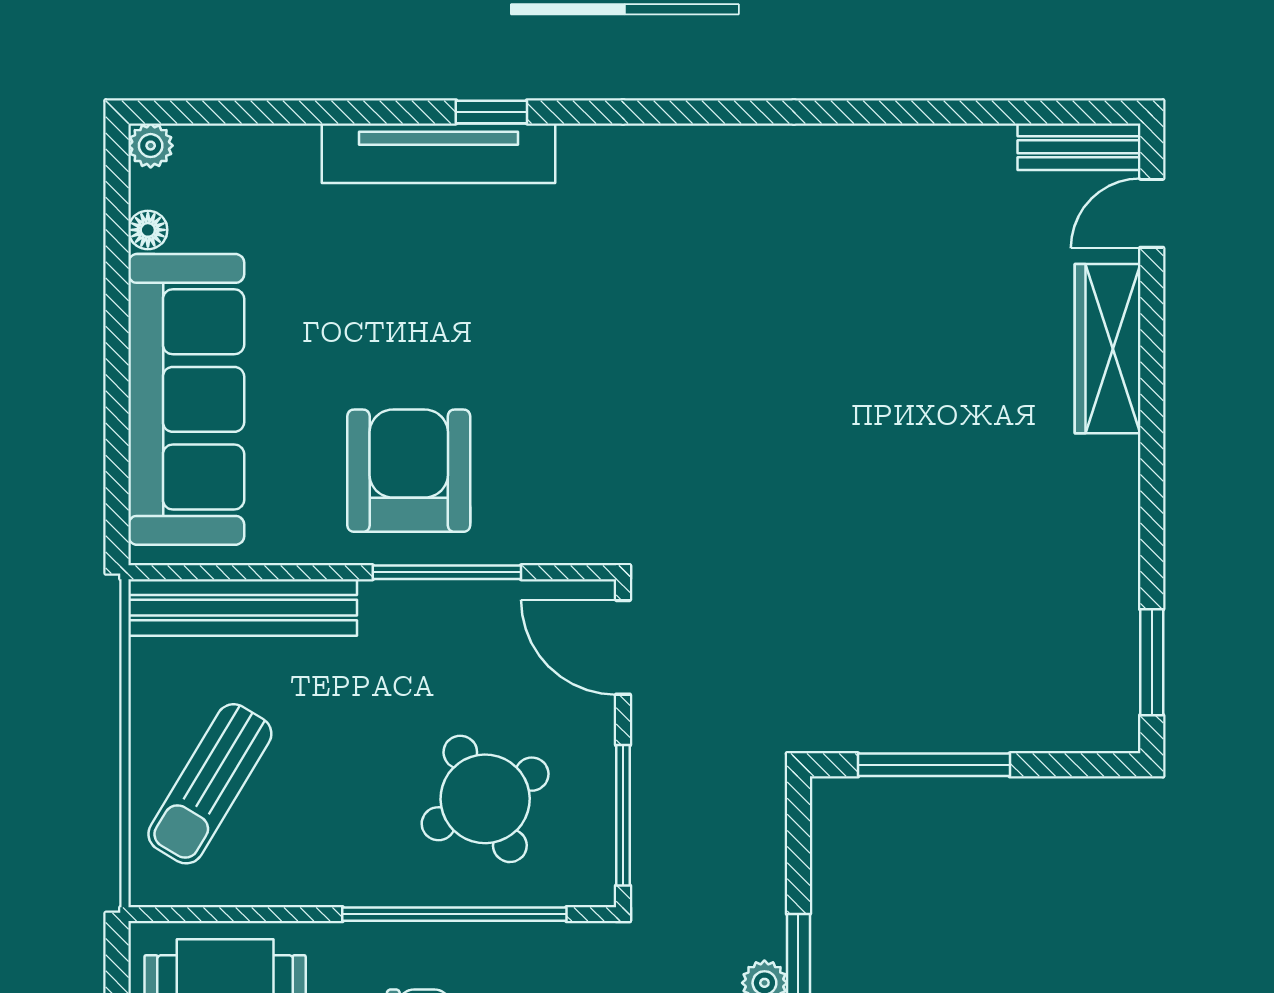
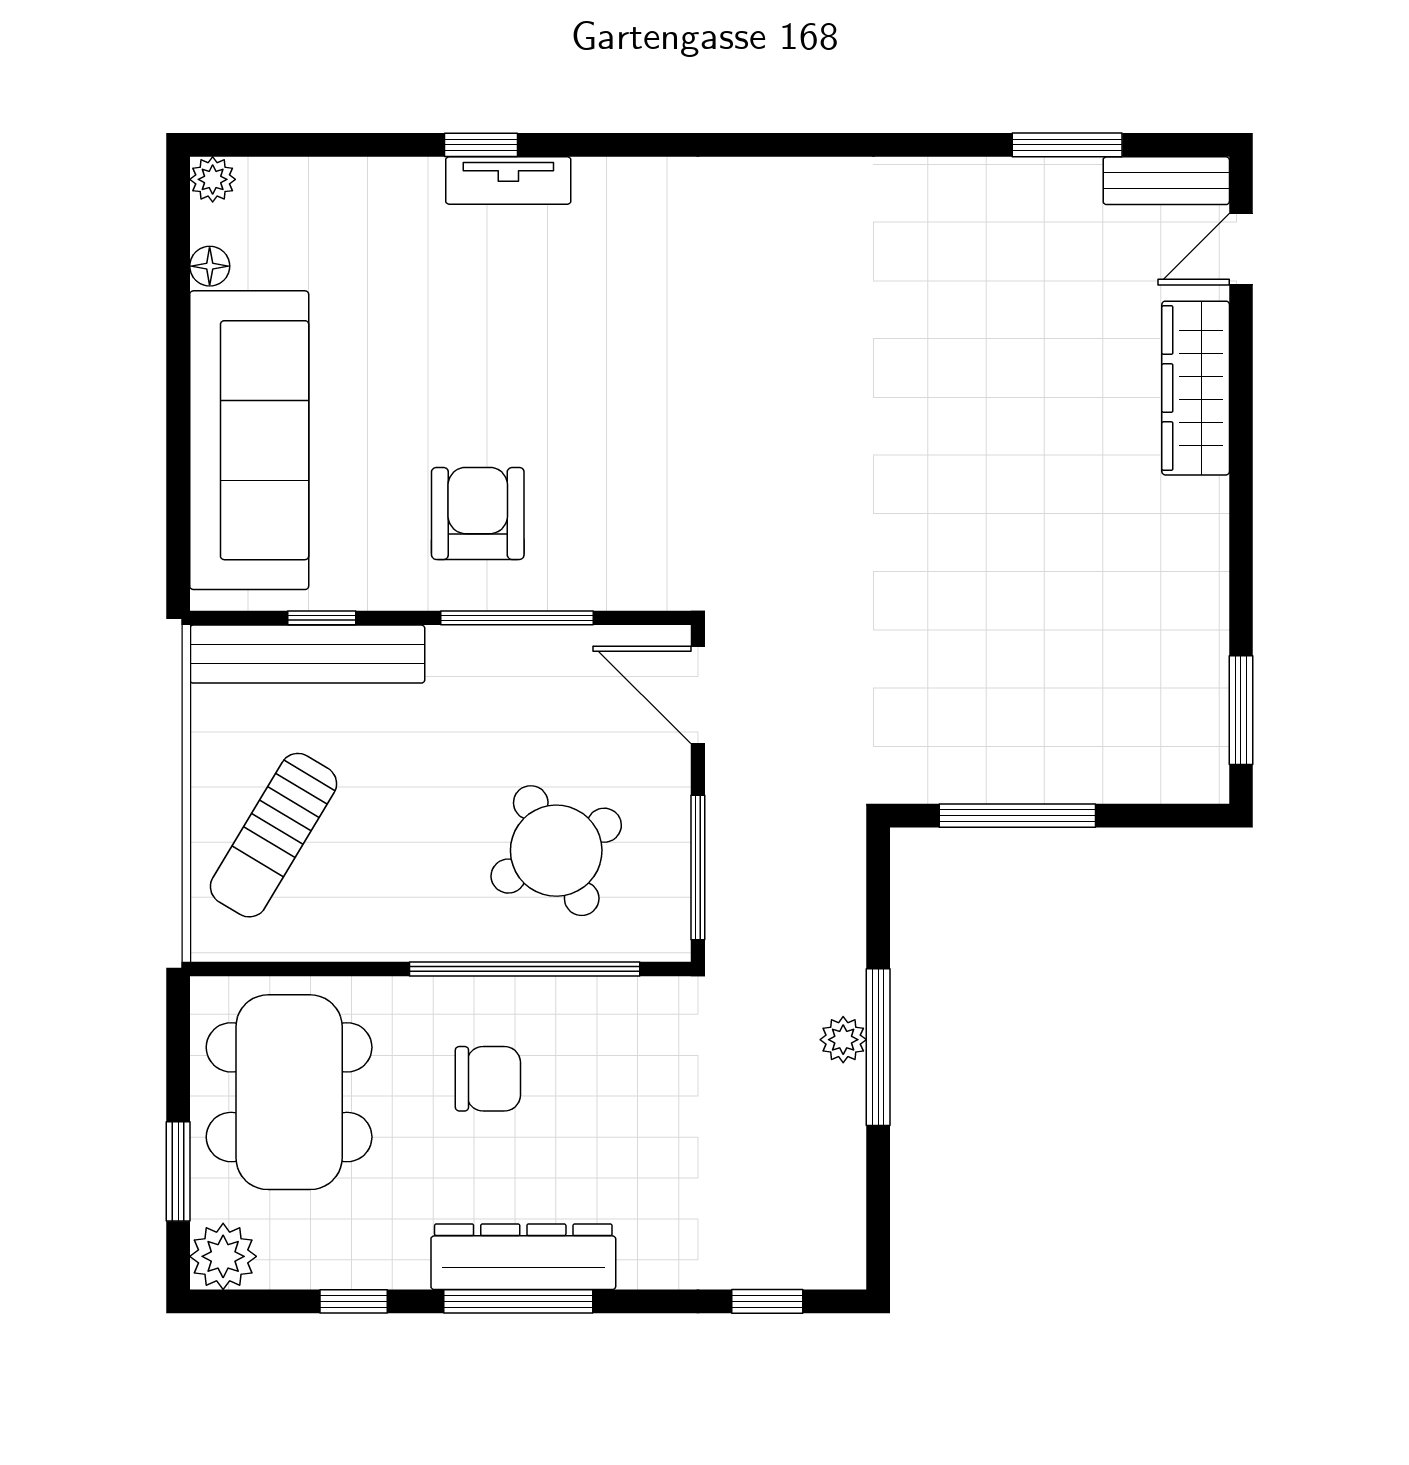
window: (491, 112) -> (481, 145), moved
window: (982, 112) -> (1067, 145), added
tv unit: (438, 153) -> (508, 180), width x0.52, depth x0.78
armchair: (409, 471) -> (478, 513), width x0.73, depth x0.73
window: (257, 572) -> (322, 618), added

